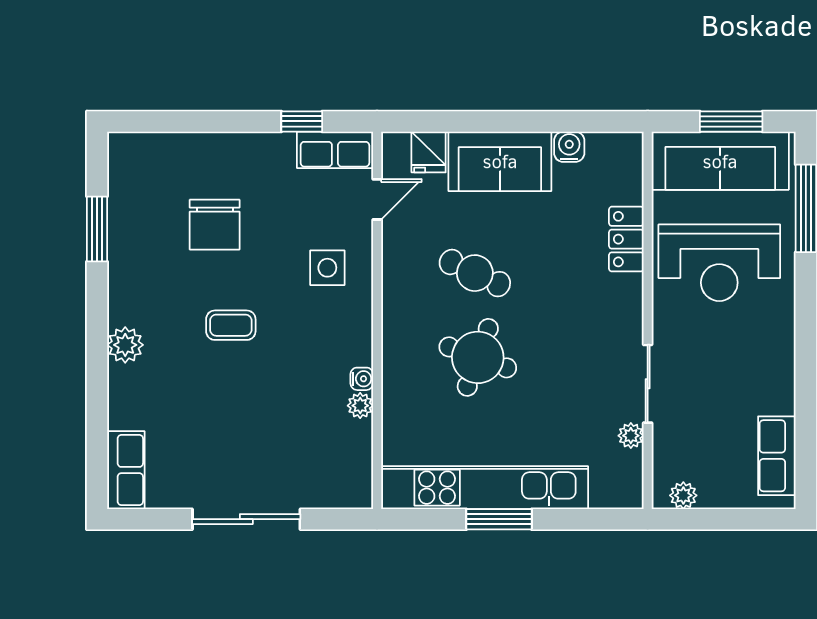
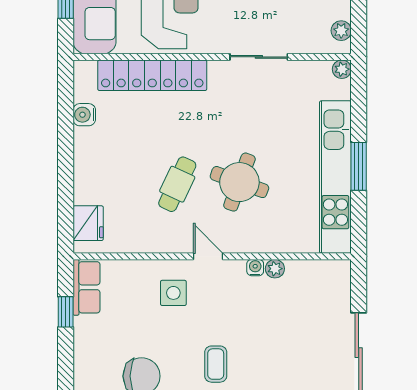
fridge: (429, 152) -> (88, 223), width x1.38
sofa: (500, 161) -> (95, 166), removed
door: (377, 199) -> (208, 256), moved
locker: (626, 239) -> (152, 75), width x2.16, depth x1.21
plant: (631, 436) -> (342, 69), moved

